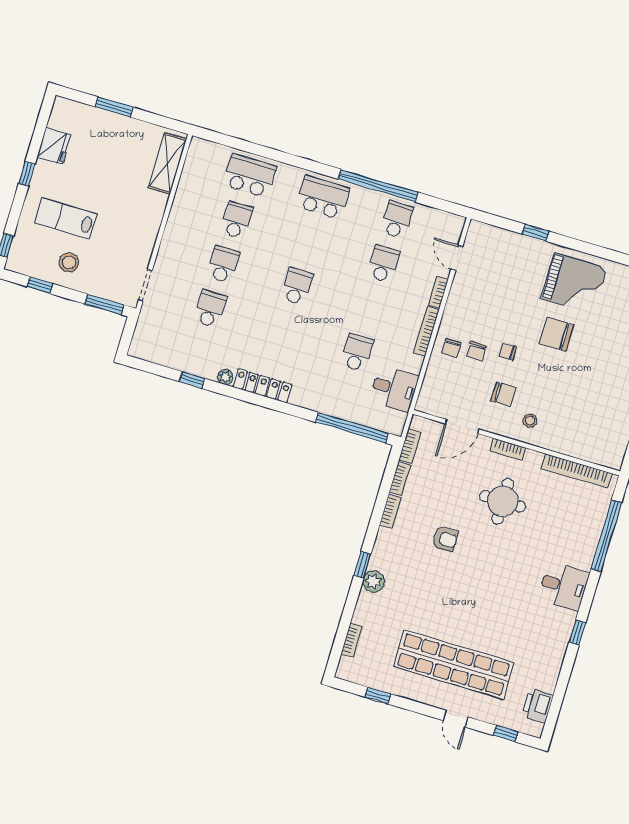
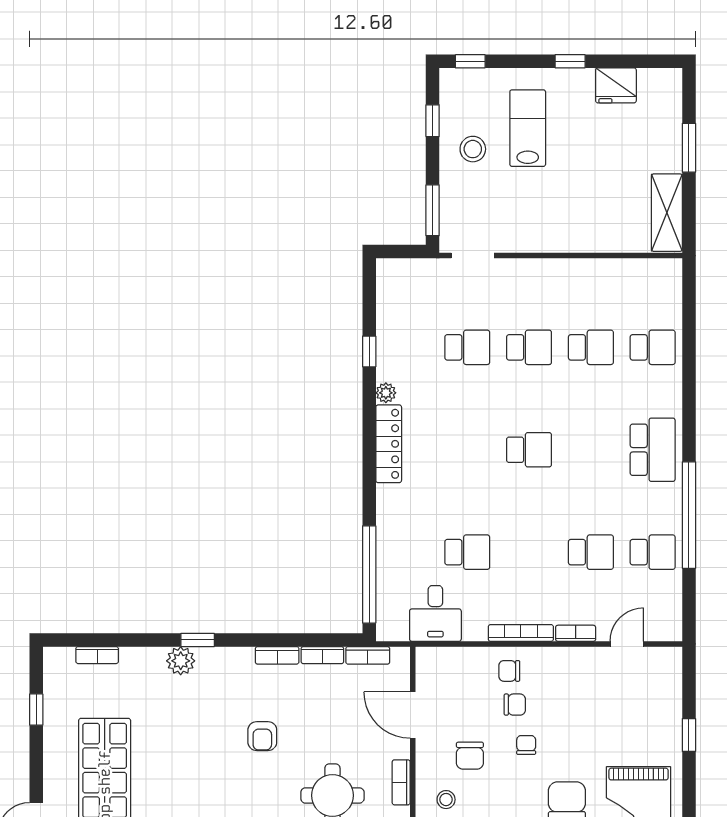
shelving: (167, 163) -> (667, 213), moved, turned 90
school desk: (250, 176) -> (653, 347), width x0.54
chair: (476, 351) -> (515, 705), turned 180

